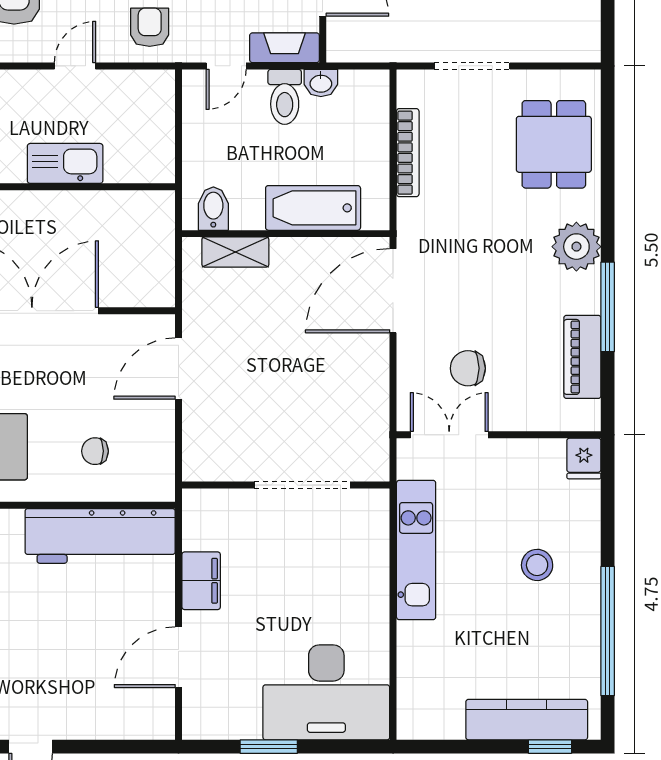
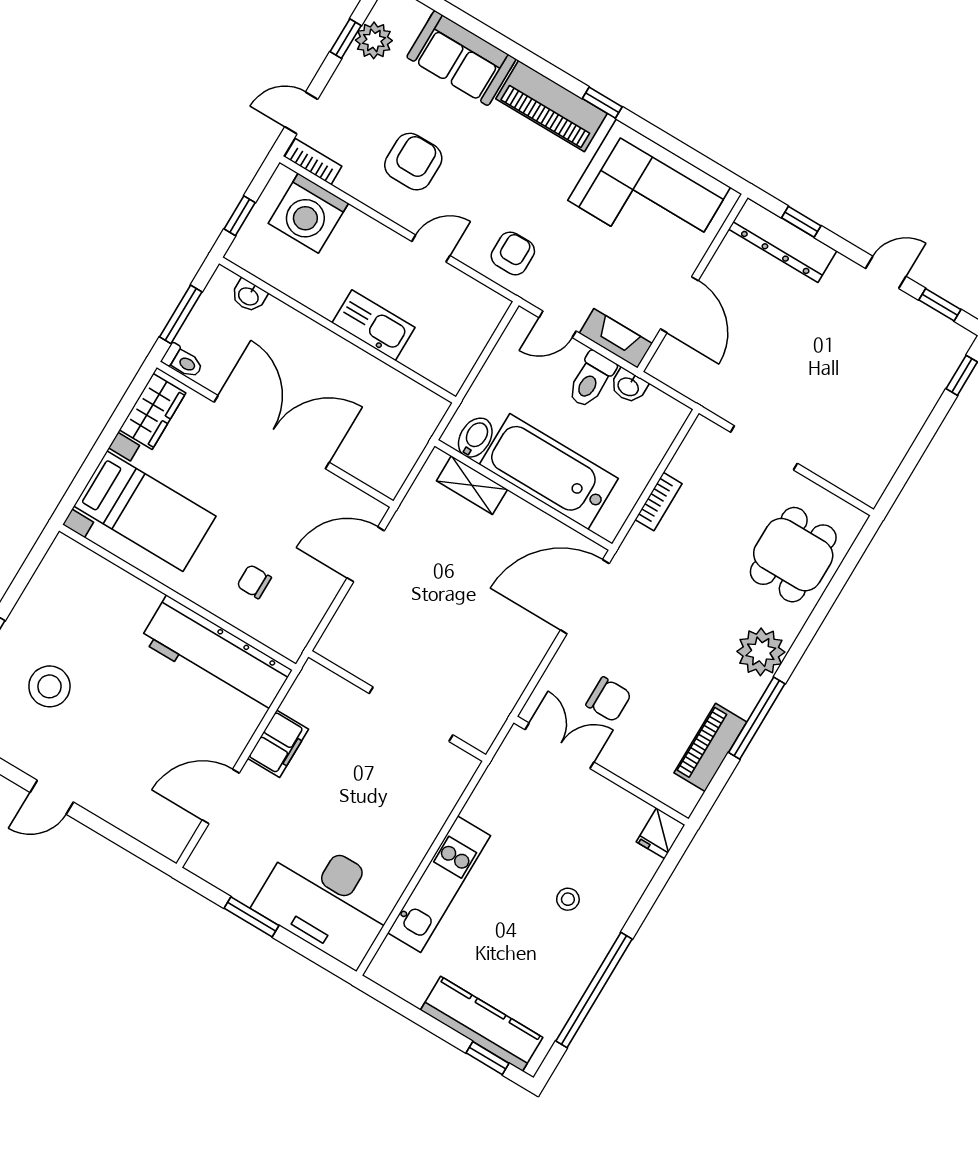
bookcase: (408, 153) -> (658, 502), width x0.64
bathtub: (313, 208) -> (549, 472), width x1.36, depth x1.36
chair: (468, 368) -> (609, 699), turned 180
kitchen unit: (416, 550) -> (439, 884), moved
stool: (537, 565) -> (568, 899), width x0.73, depth x0.73

